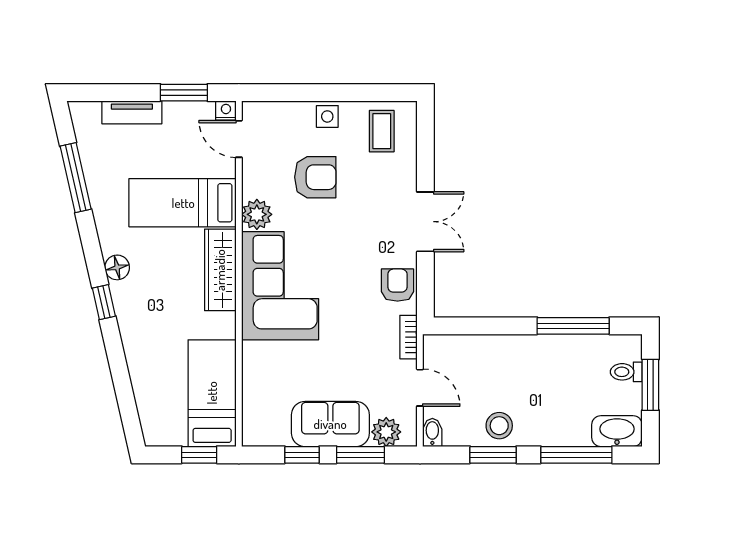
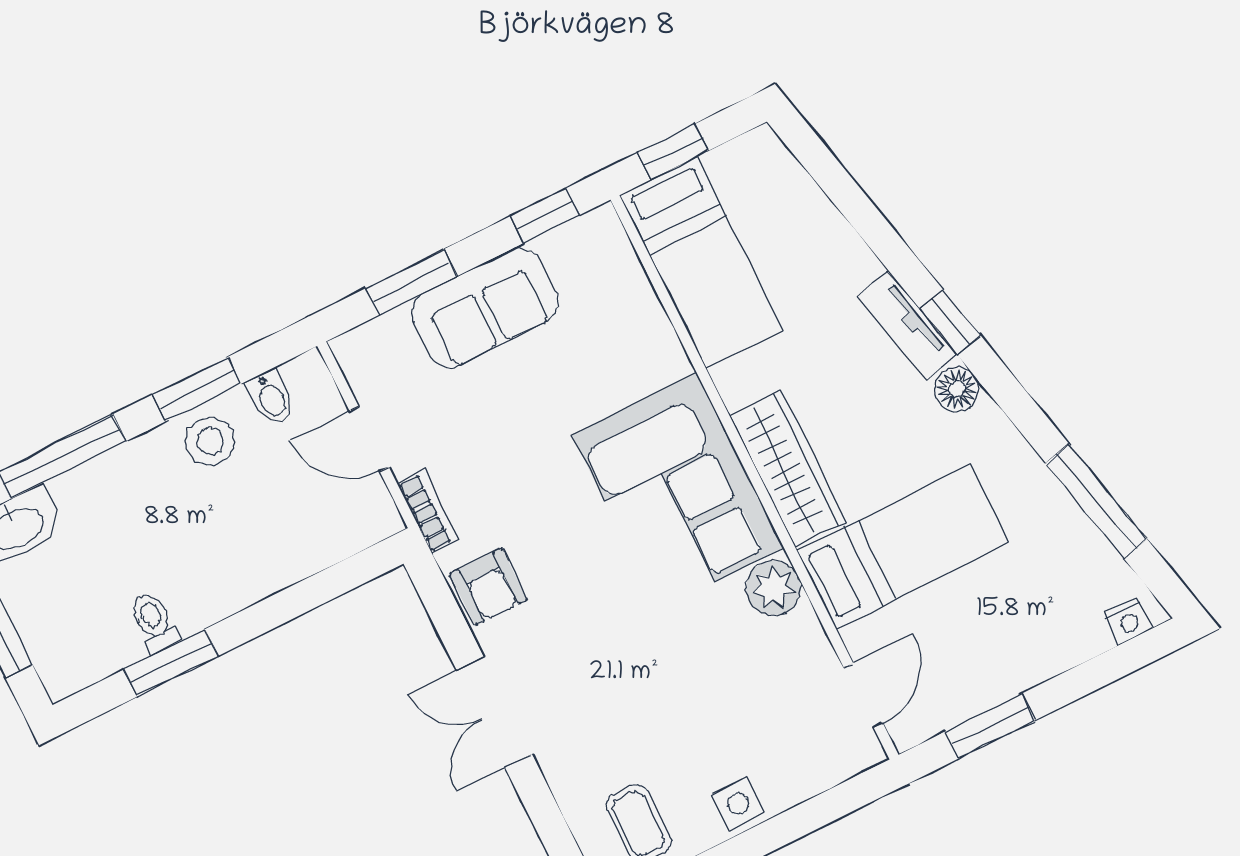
nightstand: (226, 110) -> (1128, 621), moved
tv unit: (132, 112) -> (907, 326), moved, turned -103
door: (239, 139) -> (863, 696), hinge flipped
armchair: (315, 177) -> (709, 695), removed
window: (573, 326) -> (171, 663), width x0.69
toilet: (626, 372) -> (154, 622), moved, turned -90
plant: (386, 432) -> (388, 340), removed
bidet: (432, 432) -> (271, 397), moved
window: (302, 455) -> (545, 216), moved

